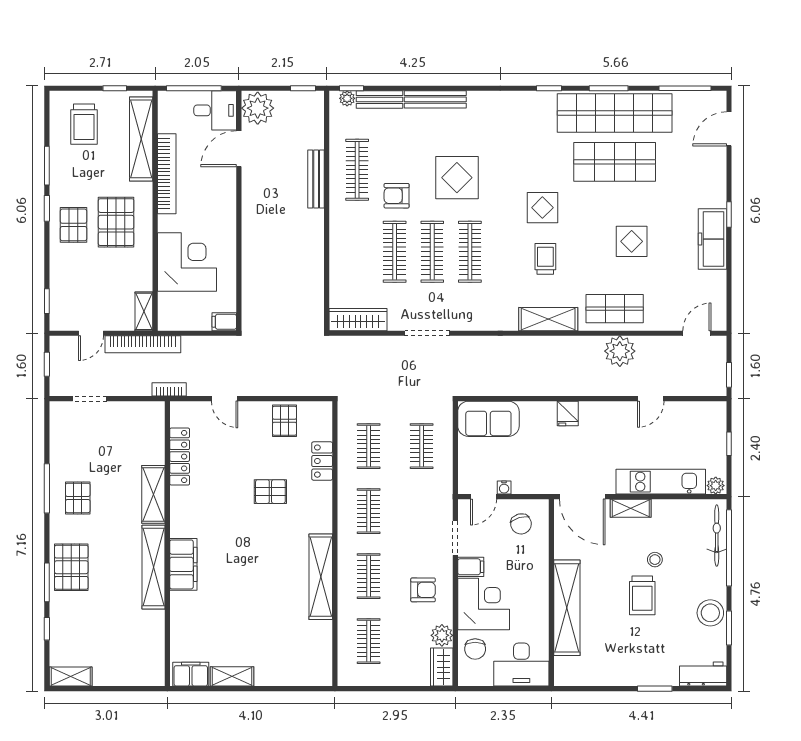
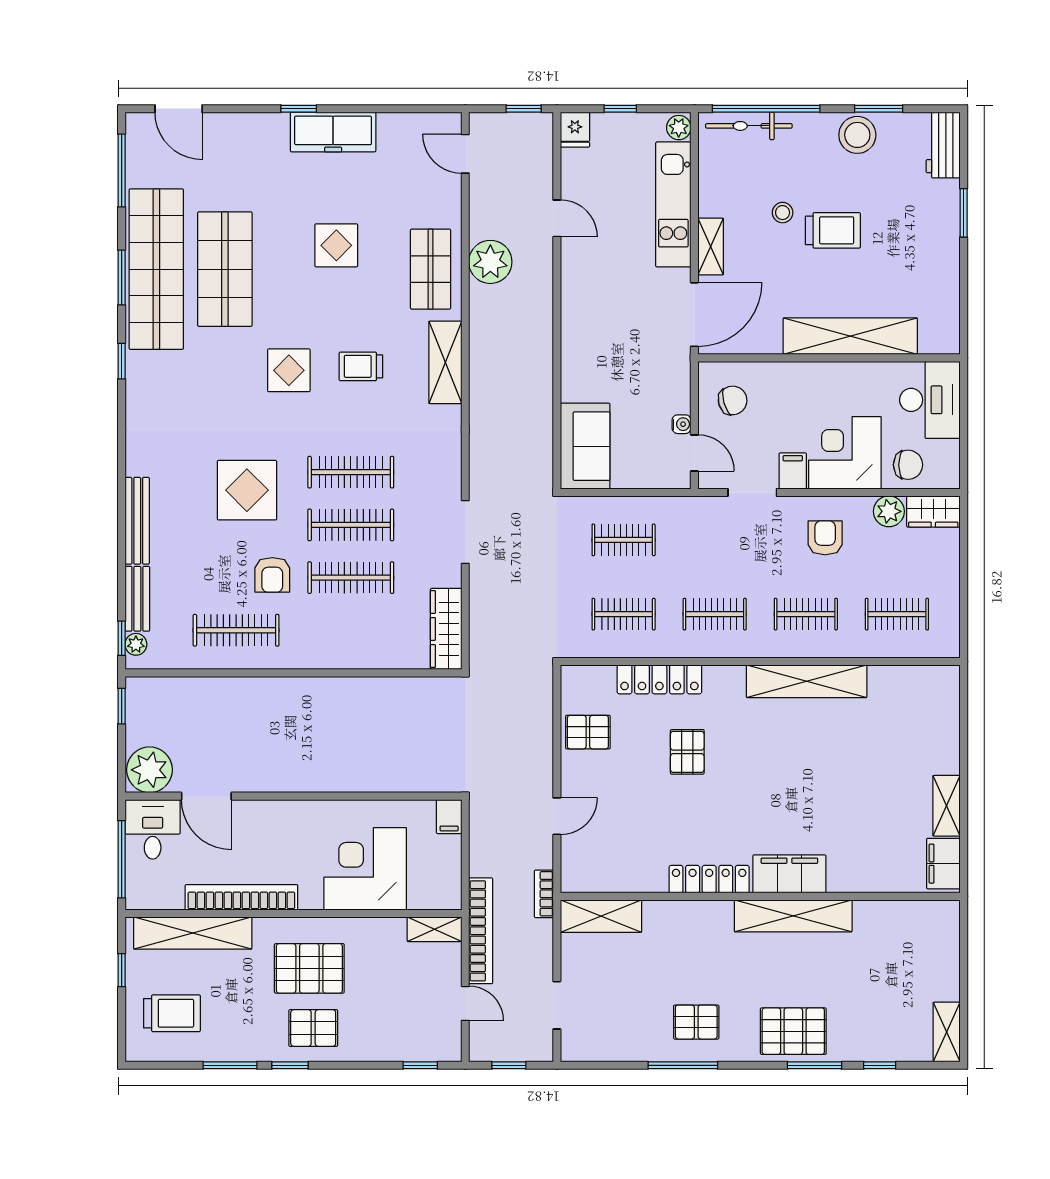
bench: (316, 179) -> (249, 688), removed
fridge: (568, 414) -> (575, 130), moved, turned 90
locker: (180, 457) -> (709, 879), moved
locker: (322, 461) -> (659, 679), width x1.53
shelving: (153, 494) -> (601, 916), moved

